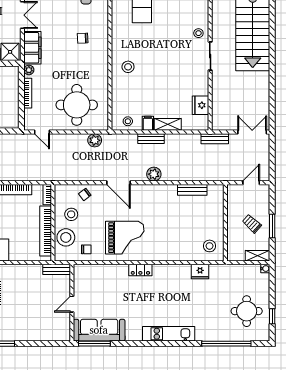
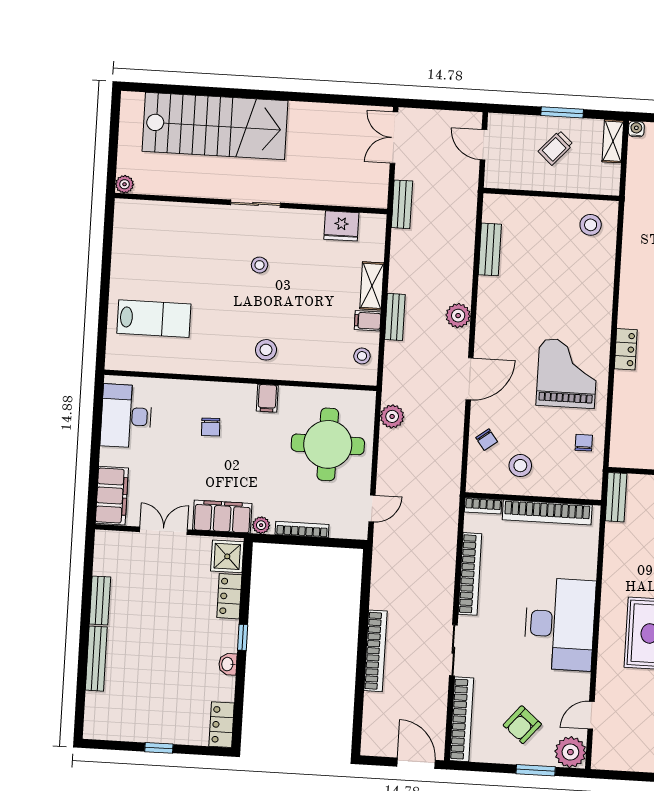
stool: (198, 33) -> (260, 265), moved
filing cabinet: (101, 69) -> (267, 398), added
stool: (66, 237) -> (560, 477), removed
fridge: (200, 272) -> (635, 244), removed

